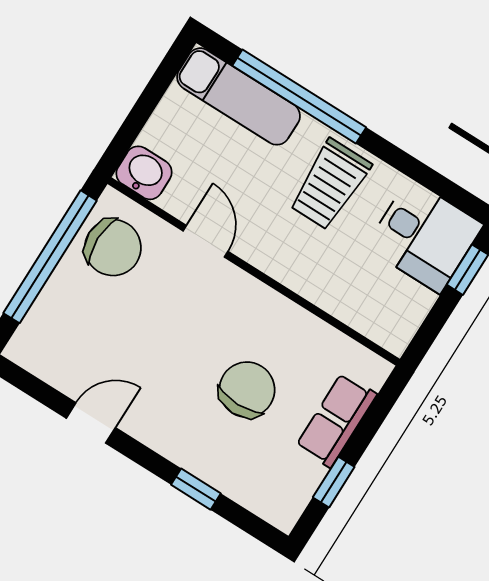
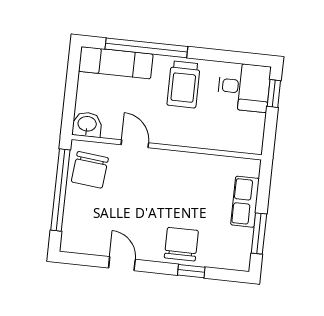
chair: (113, 248) -> (90, 170), turned 96
chair: (247, 390) -> (181, 244), moved
door: (91, 423) -> (122, 264), hinge flipped
window: (334, 482) -> (259, 233), width x1.50

